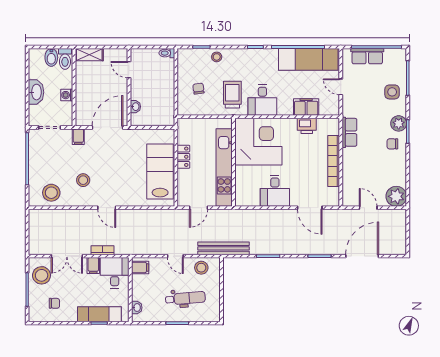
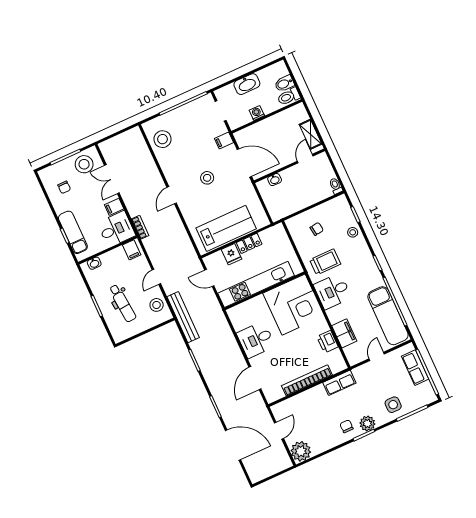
shelving: (89, 55) -> (310, 134), moved
fridge: (186, 177) -> (232, 254), added
stool: (83, 180) -> (207, 178), moved
bookcase: (103, 250) -> (140, 227), moved

